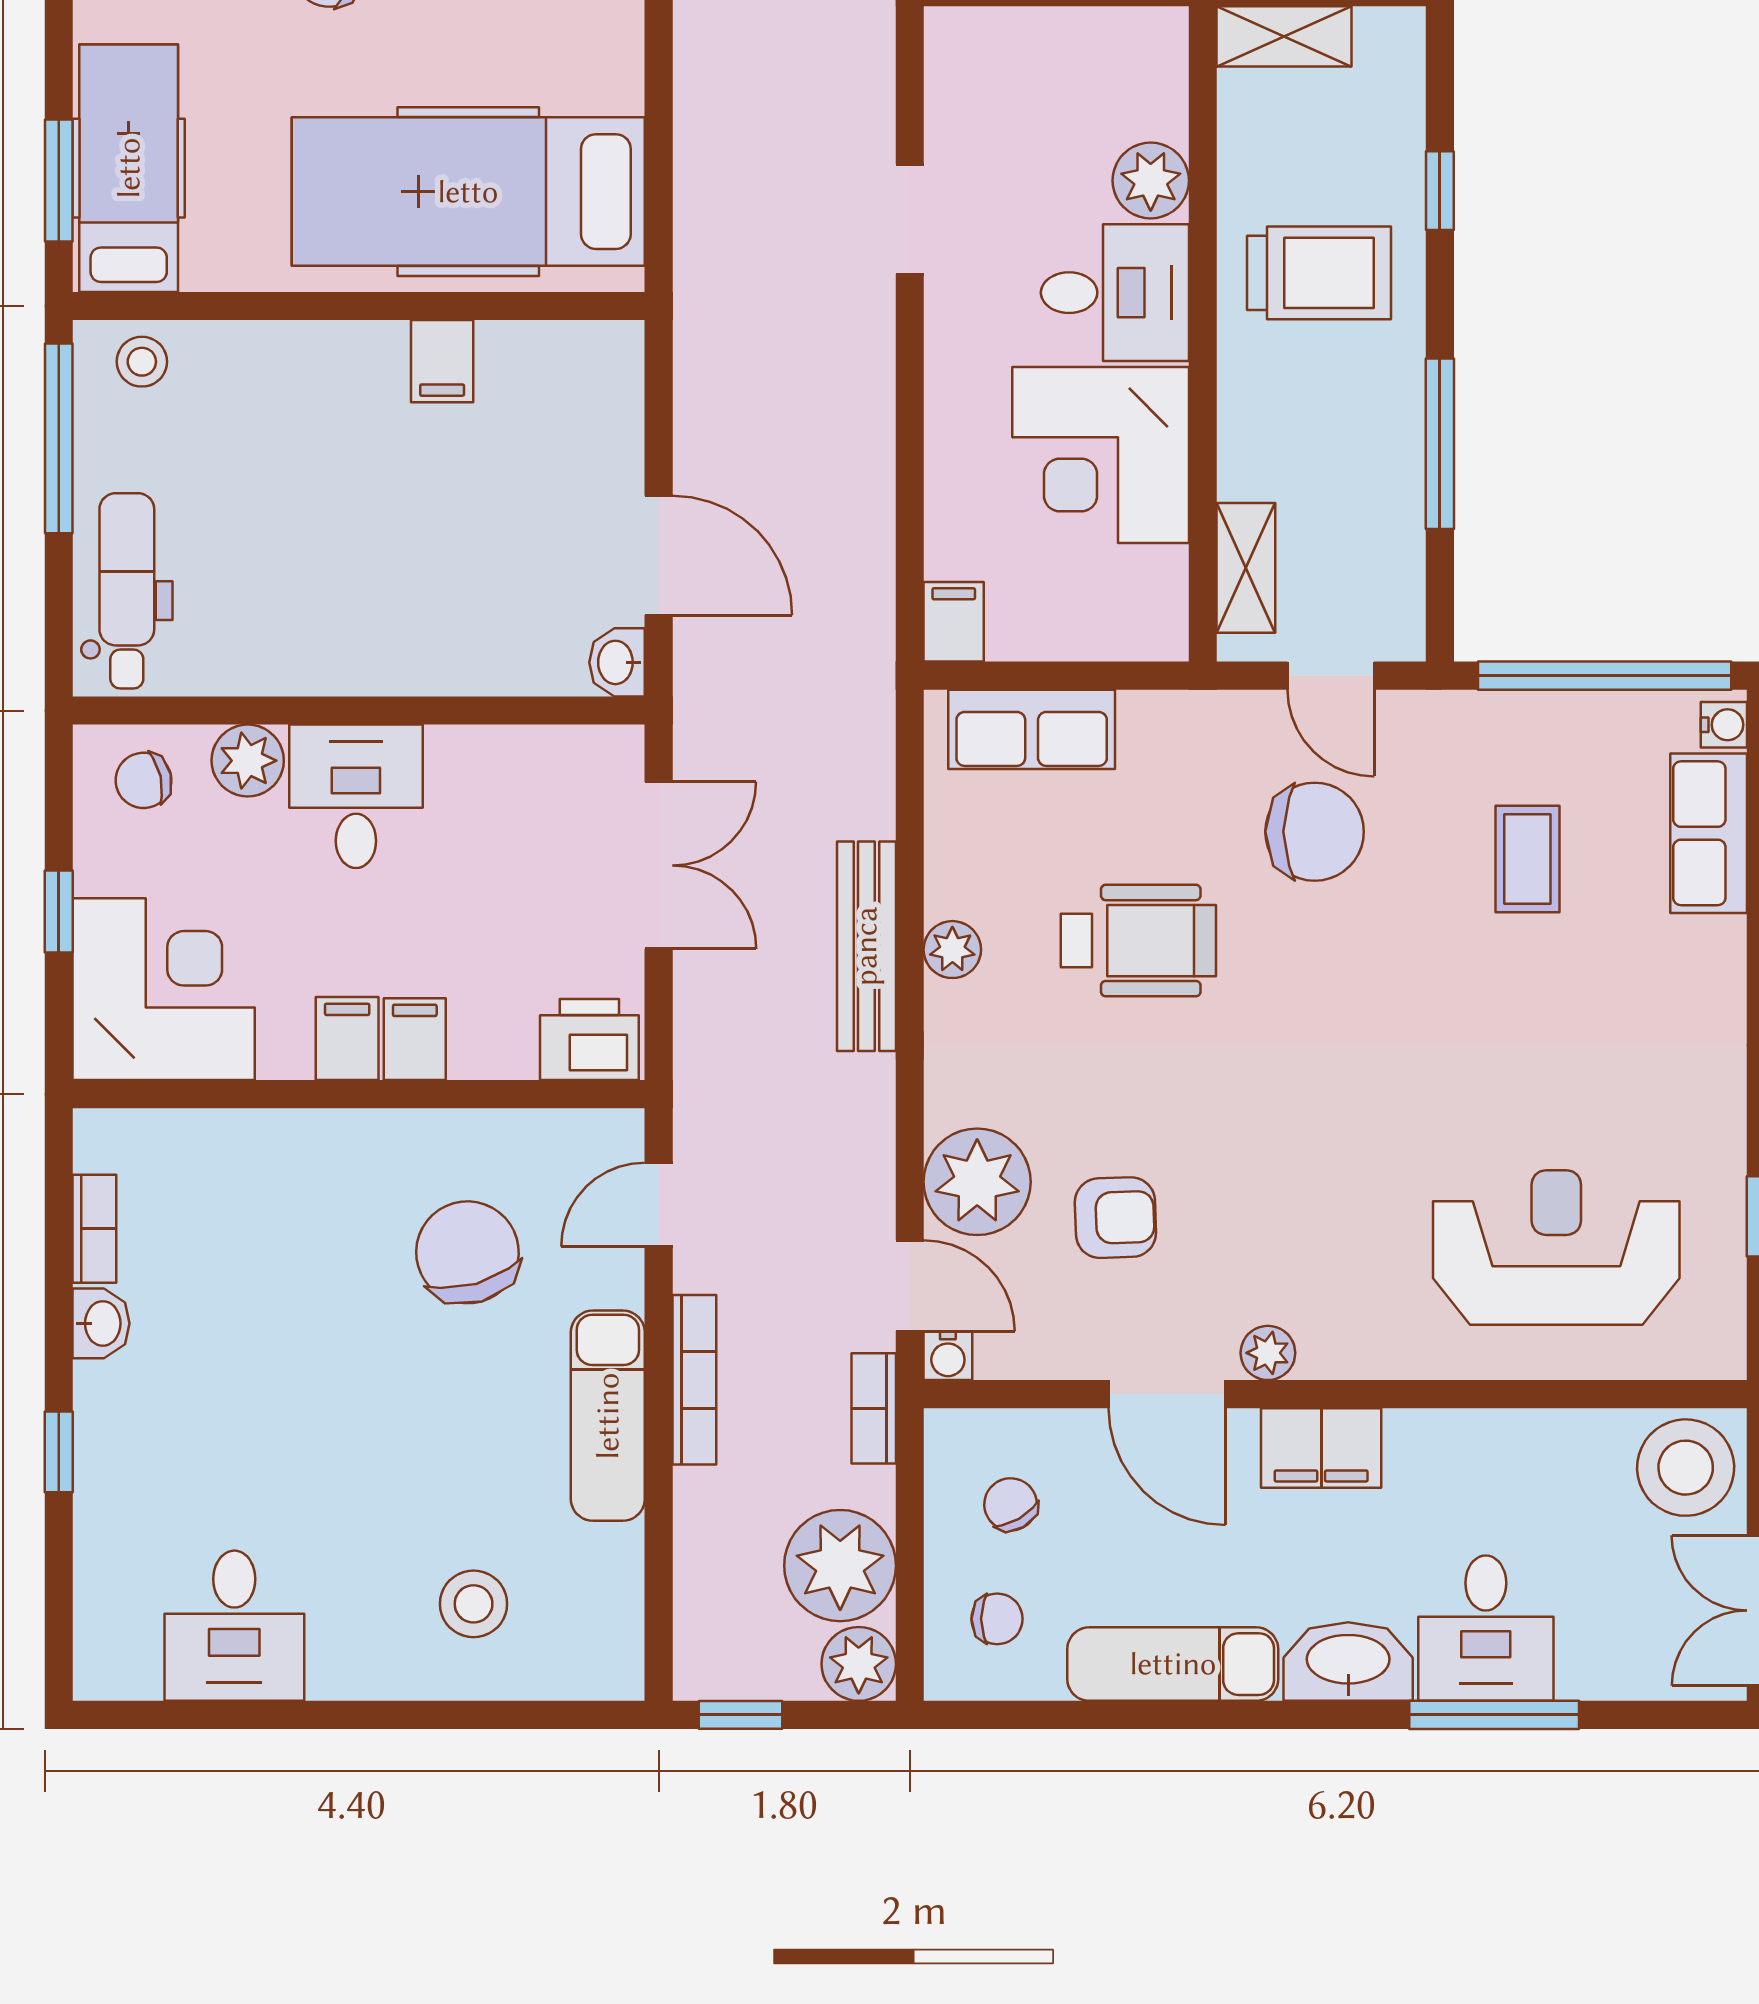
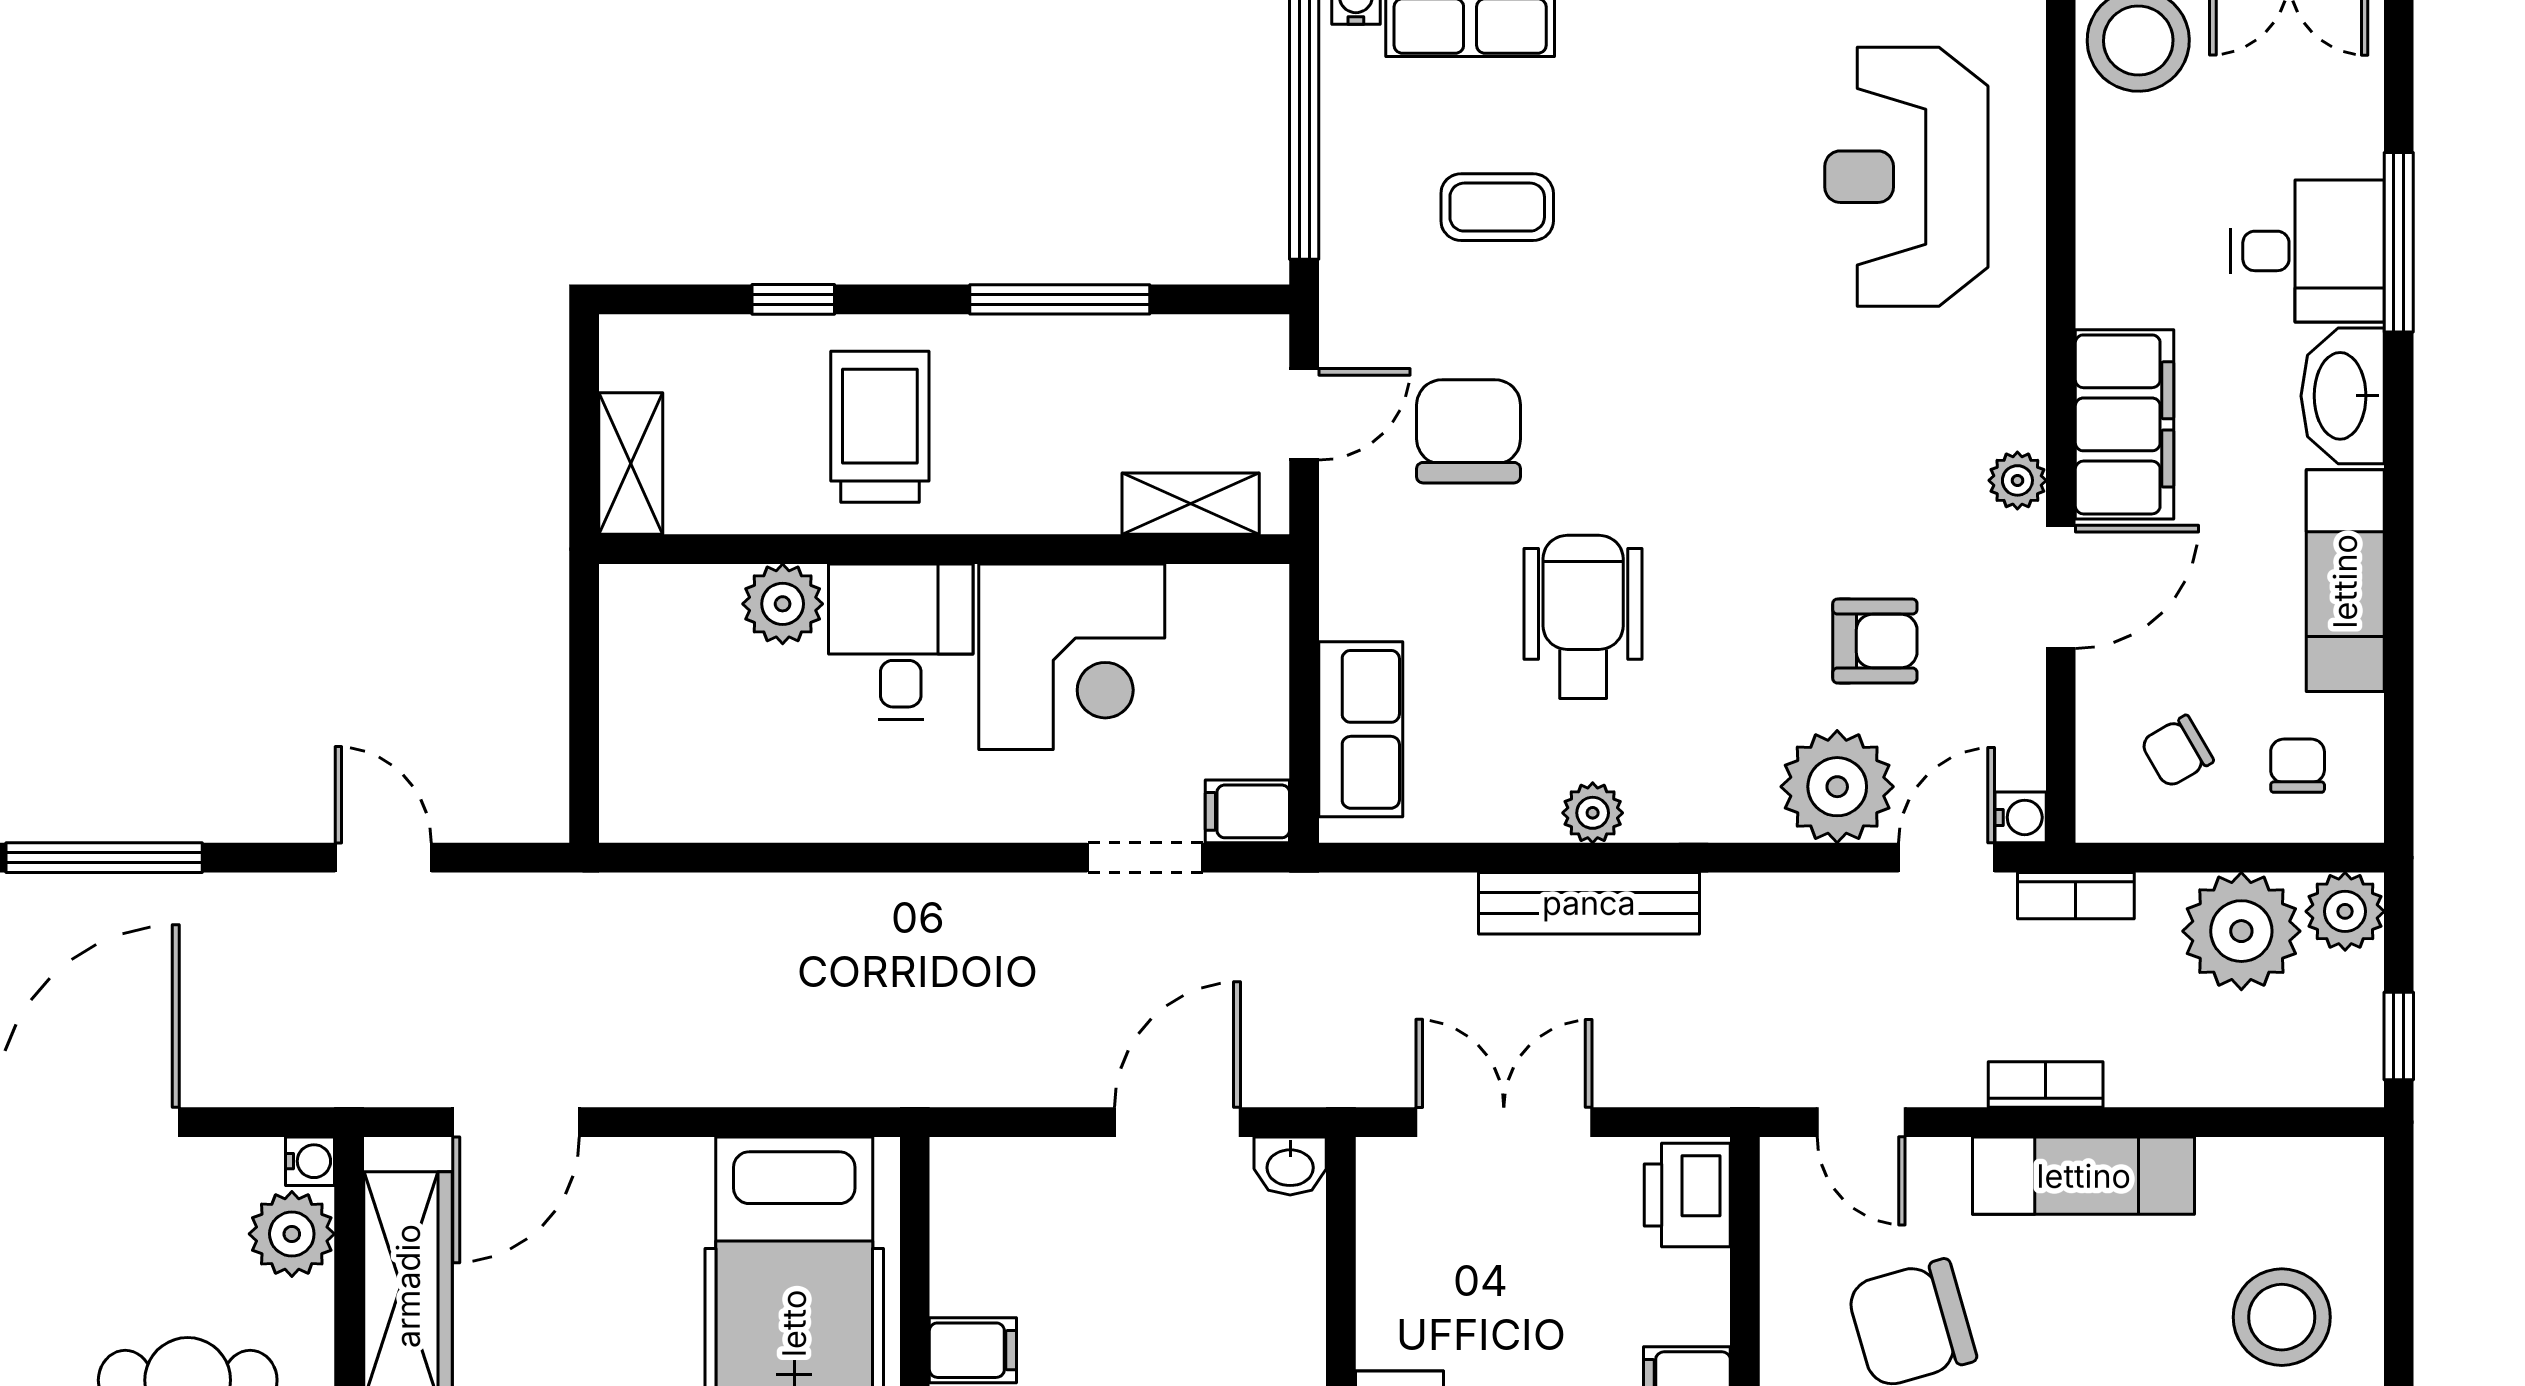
doorway: (910, 219) -> (1145, 858), moved
armchair: (1115, 1218) -> (1875, 641), turned 92
bookcase: (694, 1380) -> (2046, 1085), width x0.64
filing cabinet: (1321, 1448) -> (2125, 424), width x1.50, depth x1.17
stool: (474, 1604) -> (2282, 1317), width x1.38, depth x1.38

